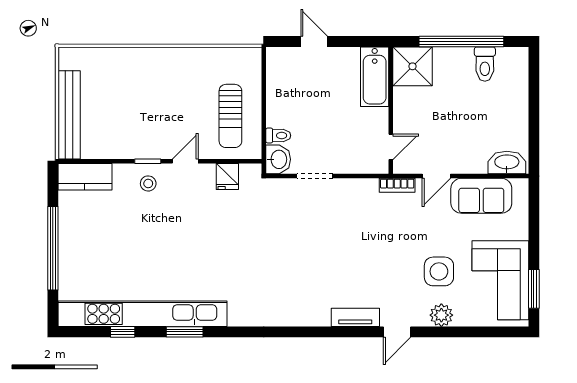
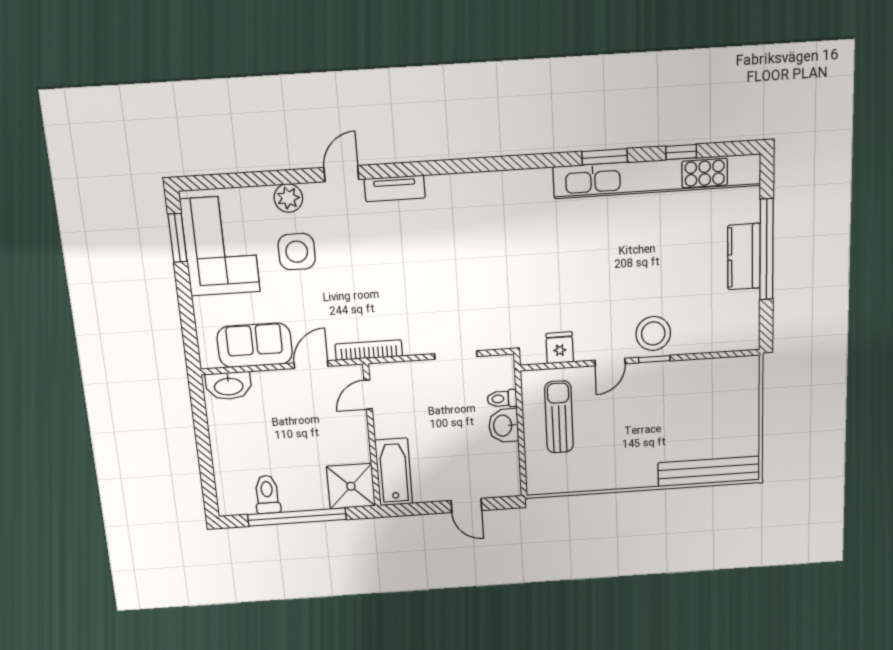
bench: (69, 115) -> (709, 471), moved, turned 90
washbasin: (278, 159) -> (503, 426), moved
kitchen counter: (85, 177) -> (744, 257), moved, turned -90
stool: (148, 183) -> (653, 333), width x1.89, depth x1.89
bookcase: (397, 185) -> (369, 350), width x1.56

